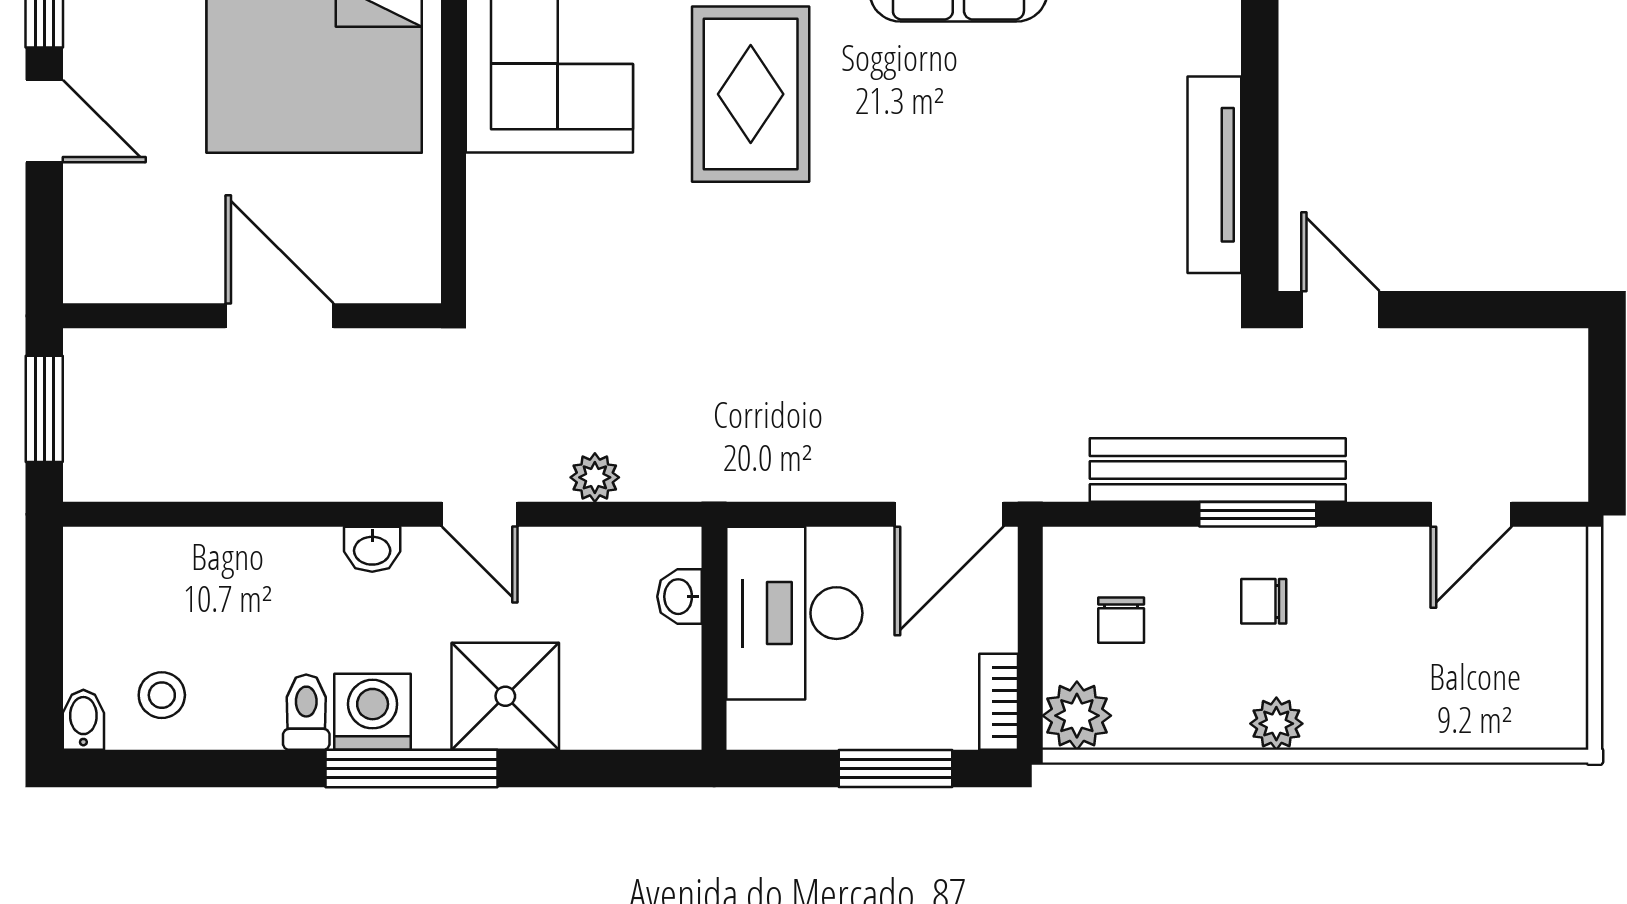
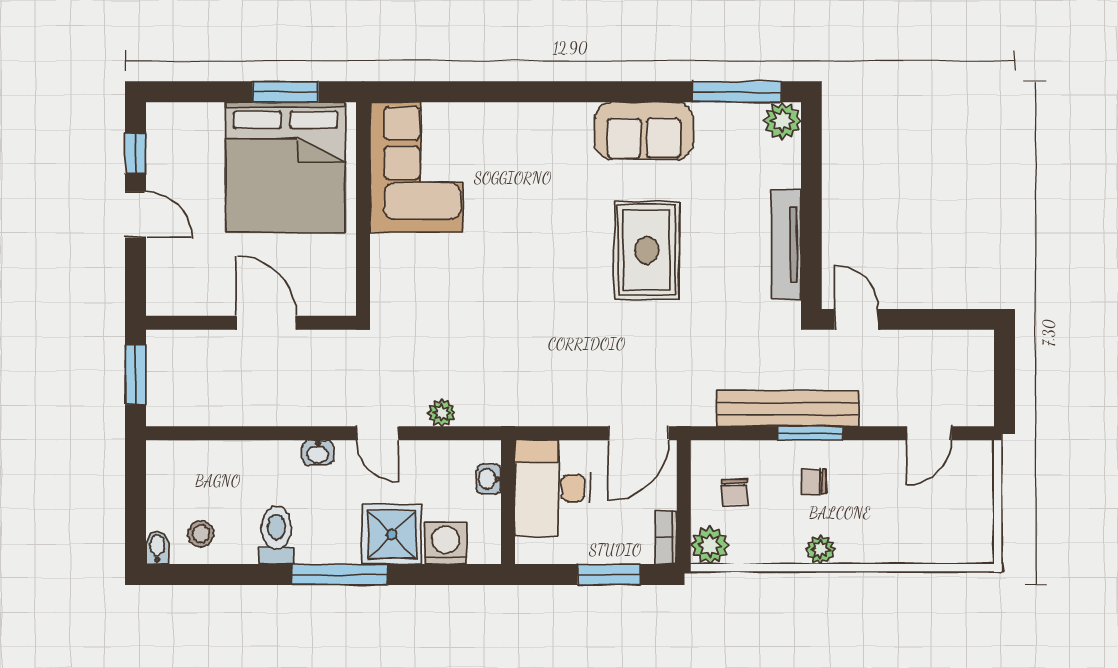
rug: (751, 94) -> (647, 250), moved
toilet: (306, 712) -> (276, 535), width x1.37, depth x1.39
washing machine: (373, 712) -> (446, 543), moved

